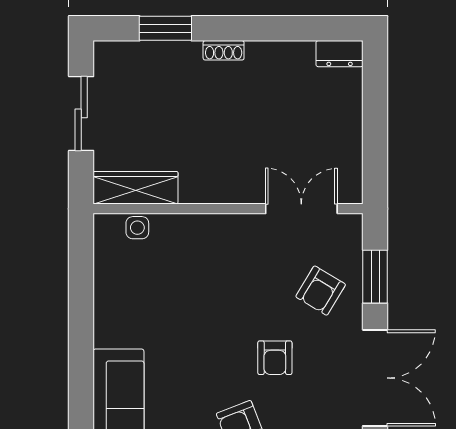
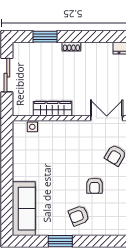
wardrobe: (136, 188) -> (52, 109), moved

